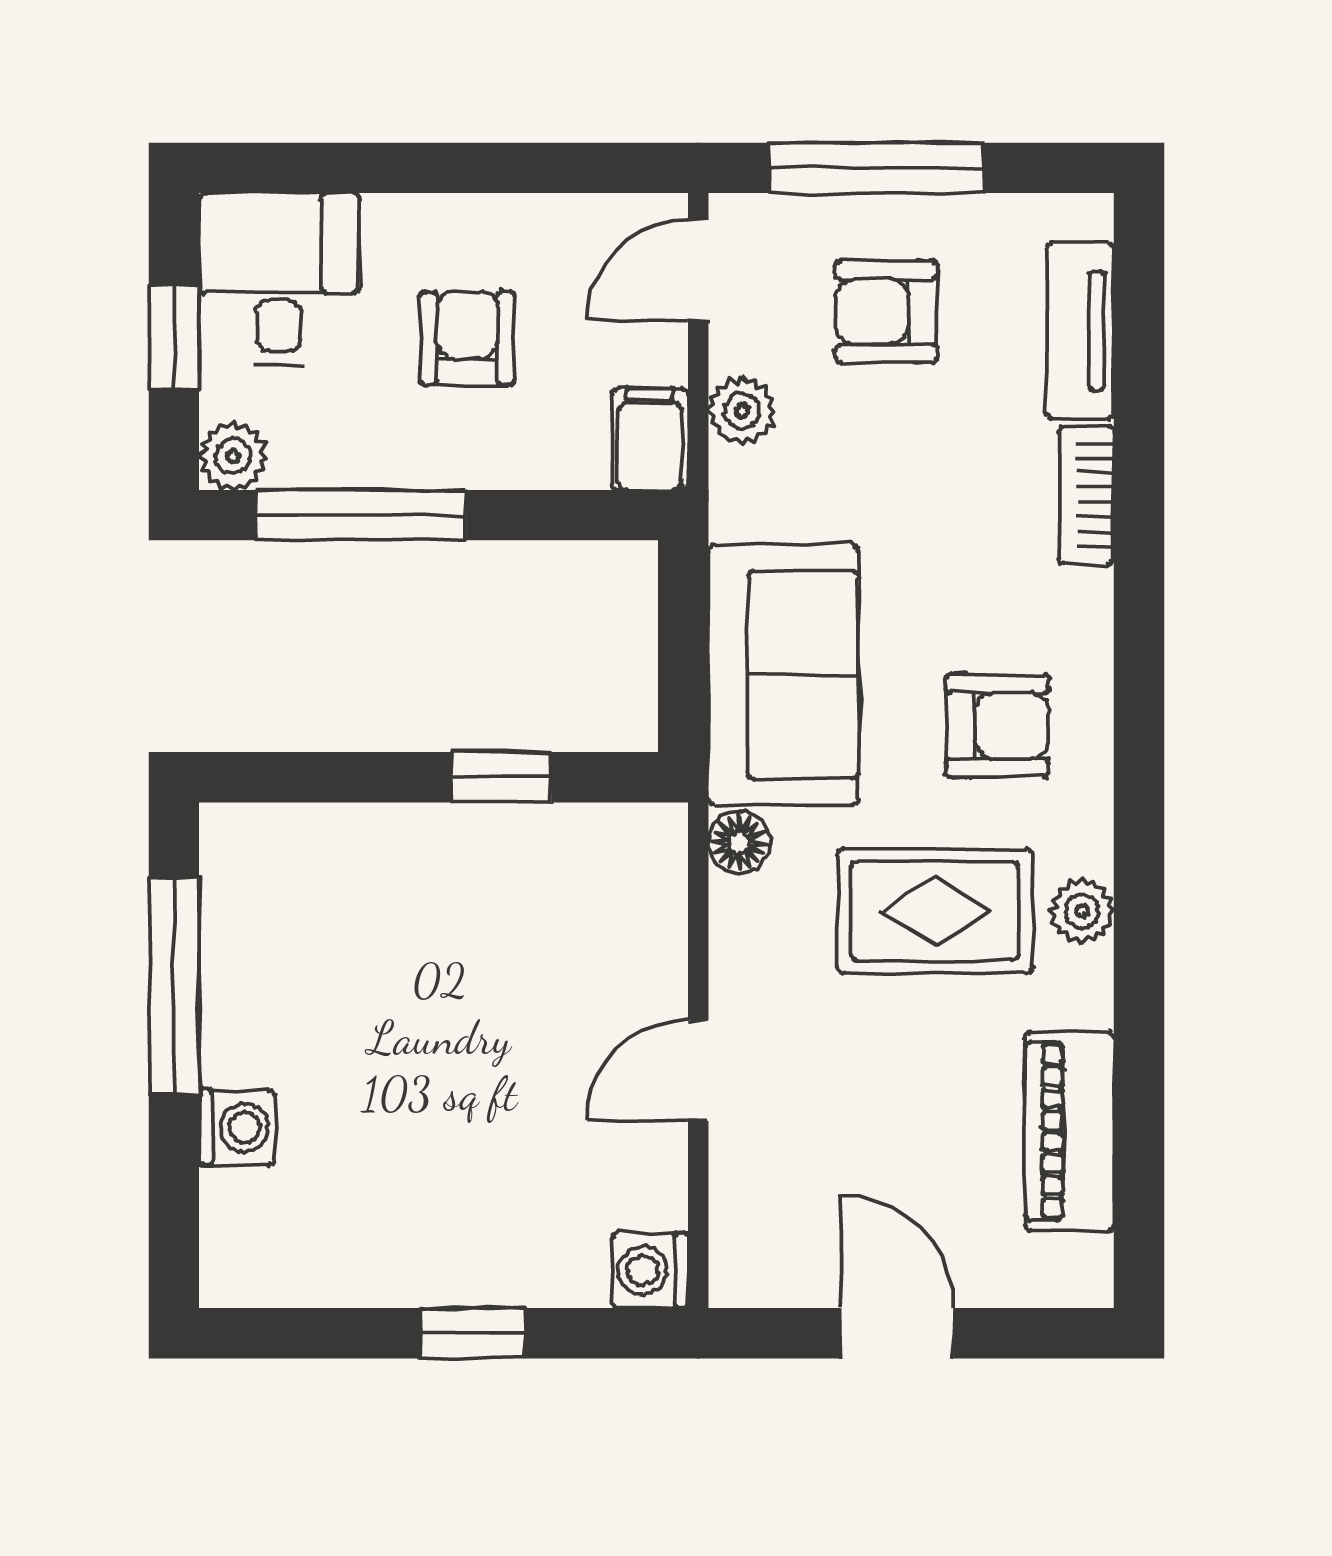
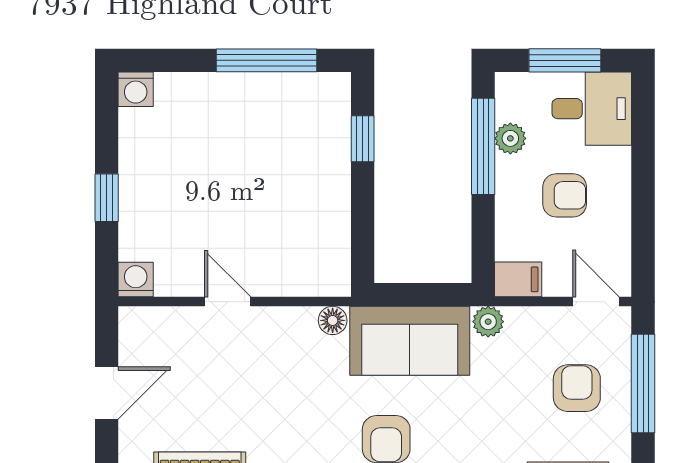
window: (174, 338) -> (565, 60), width x1.50
plant: (742, 411) -> (488, 322), moved
plant: (233, 456) -> (510, 138), moved
window: (501, 777) -> (363, 139), moved
rug: (935, 911) -> (301, 410), removed
washing machine: (237, 1128) -> (136, 89), moved

